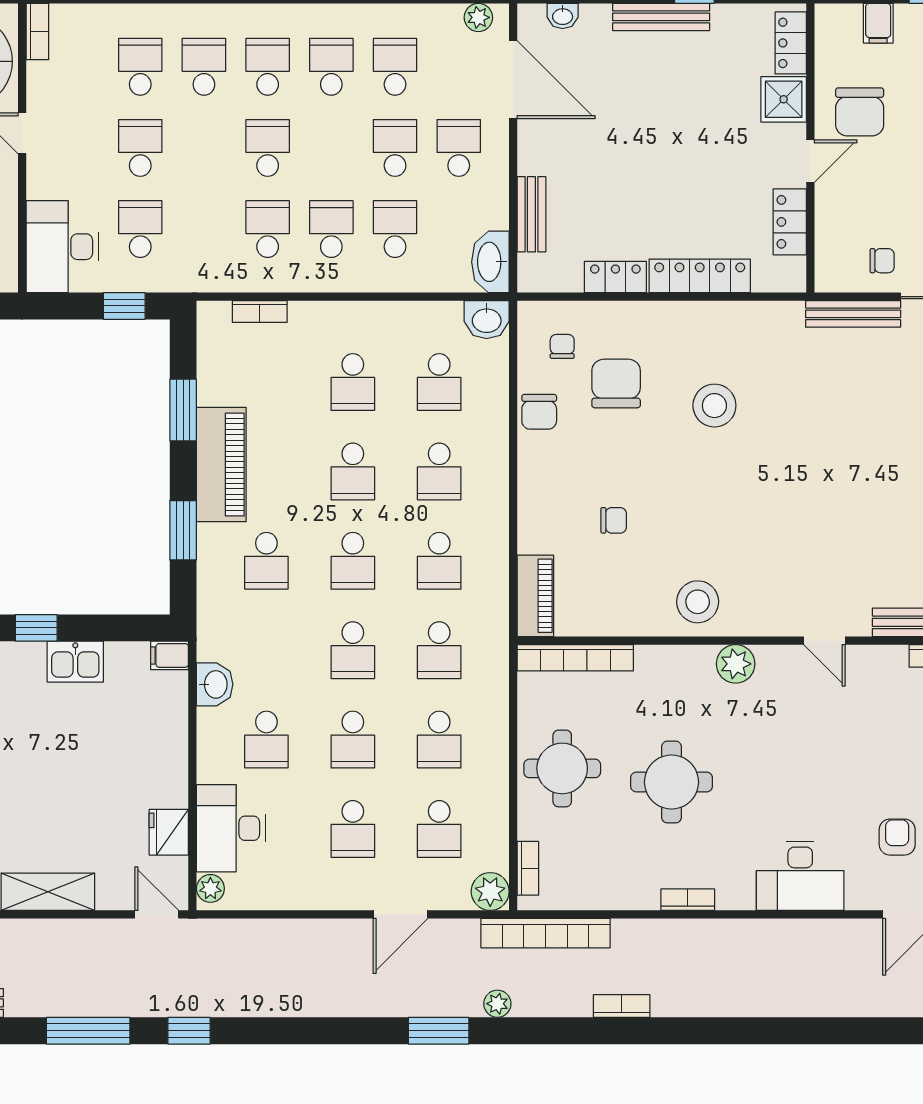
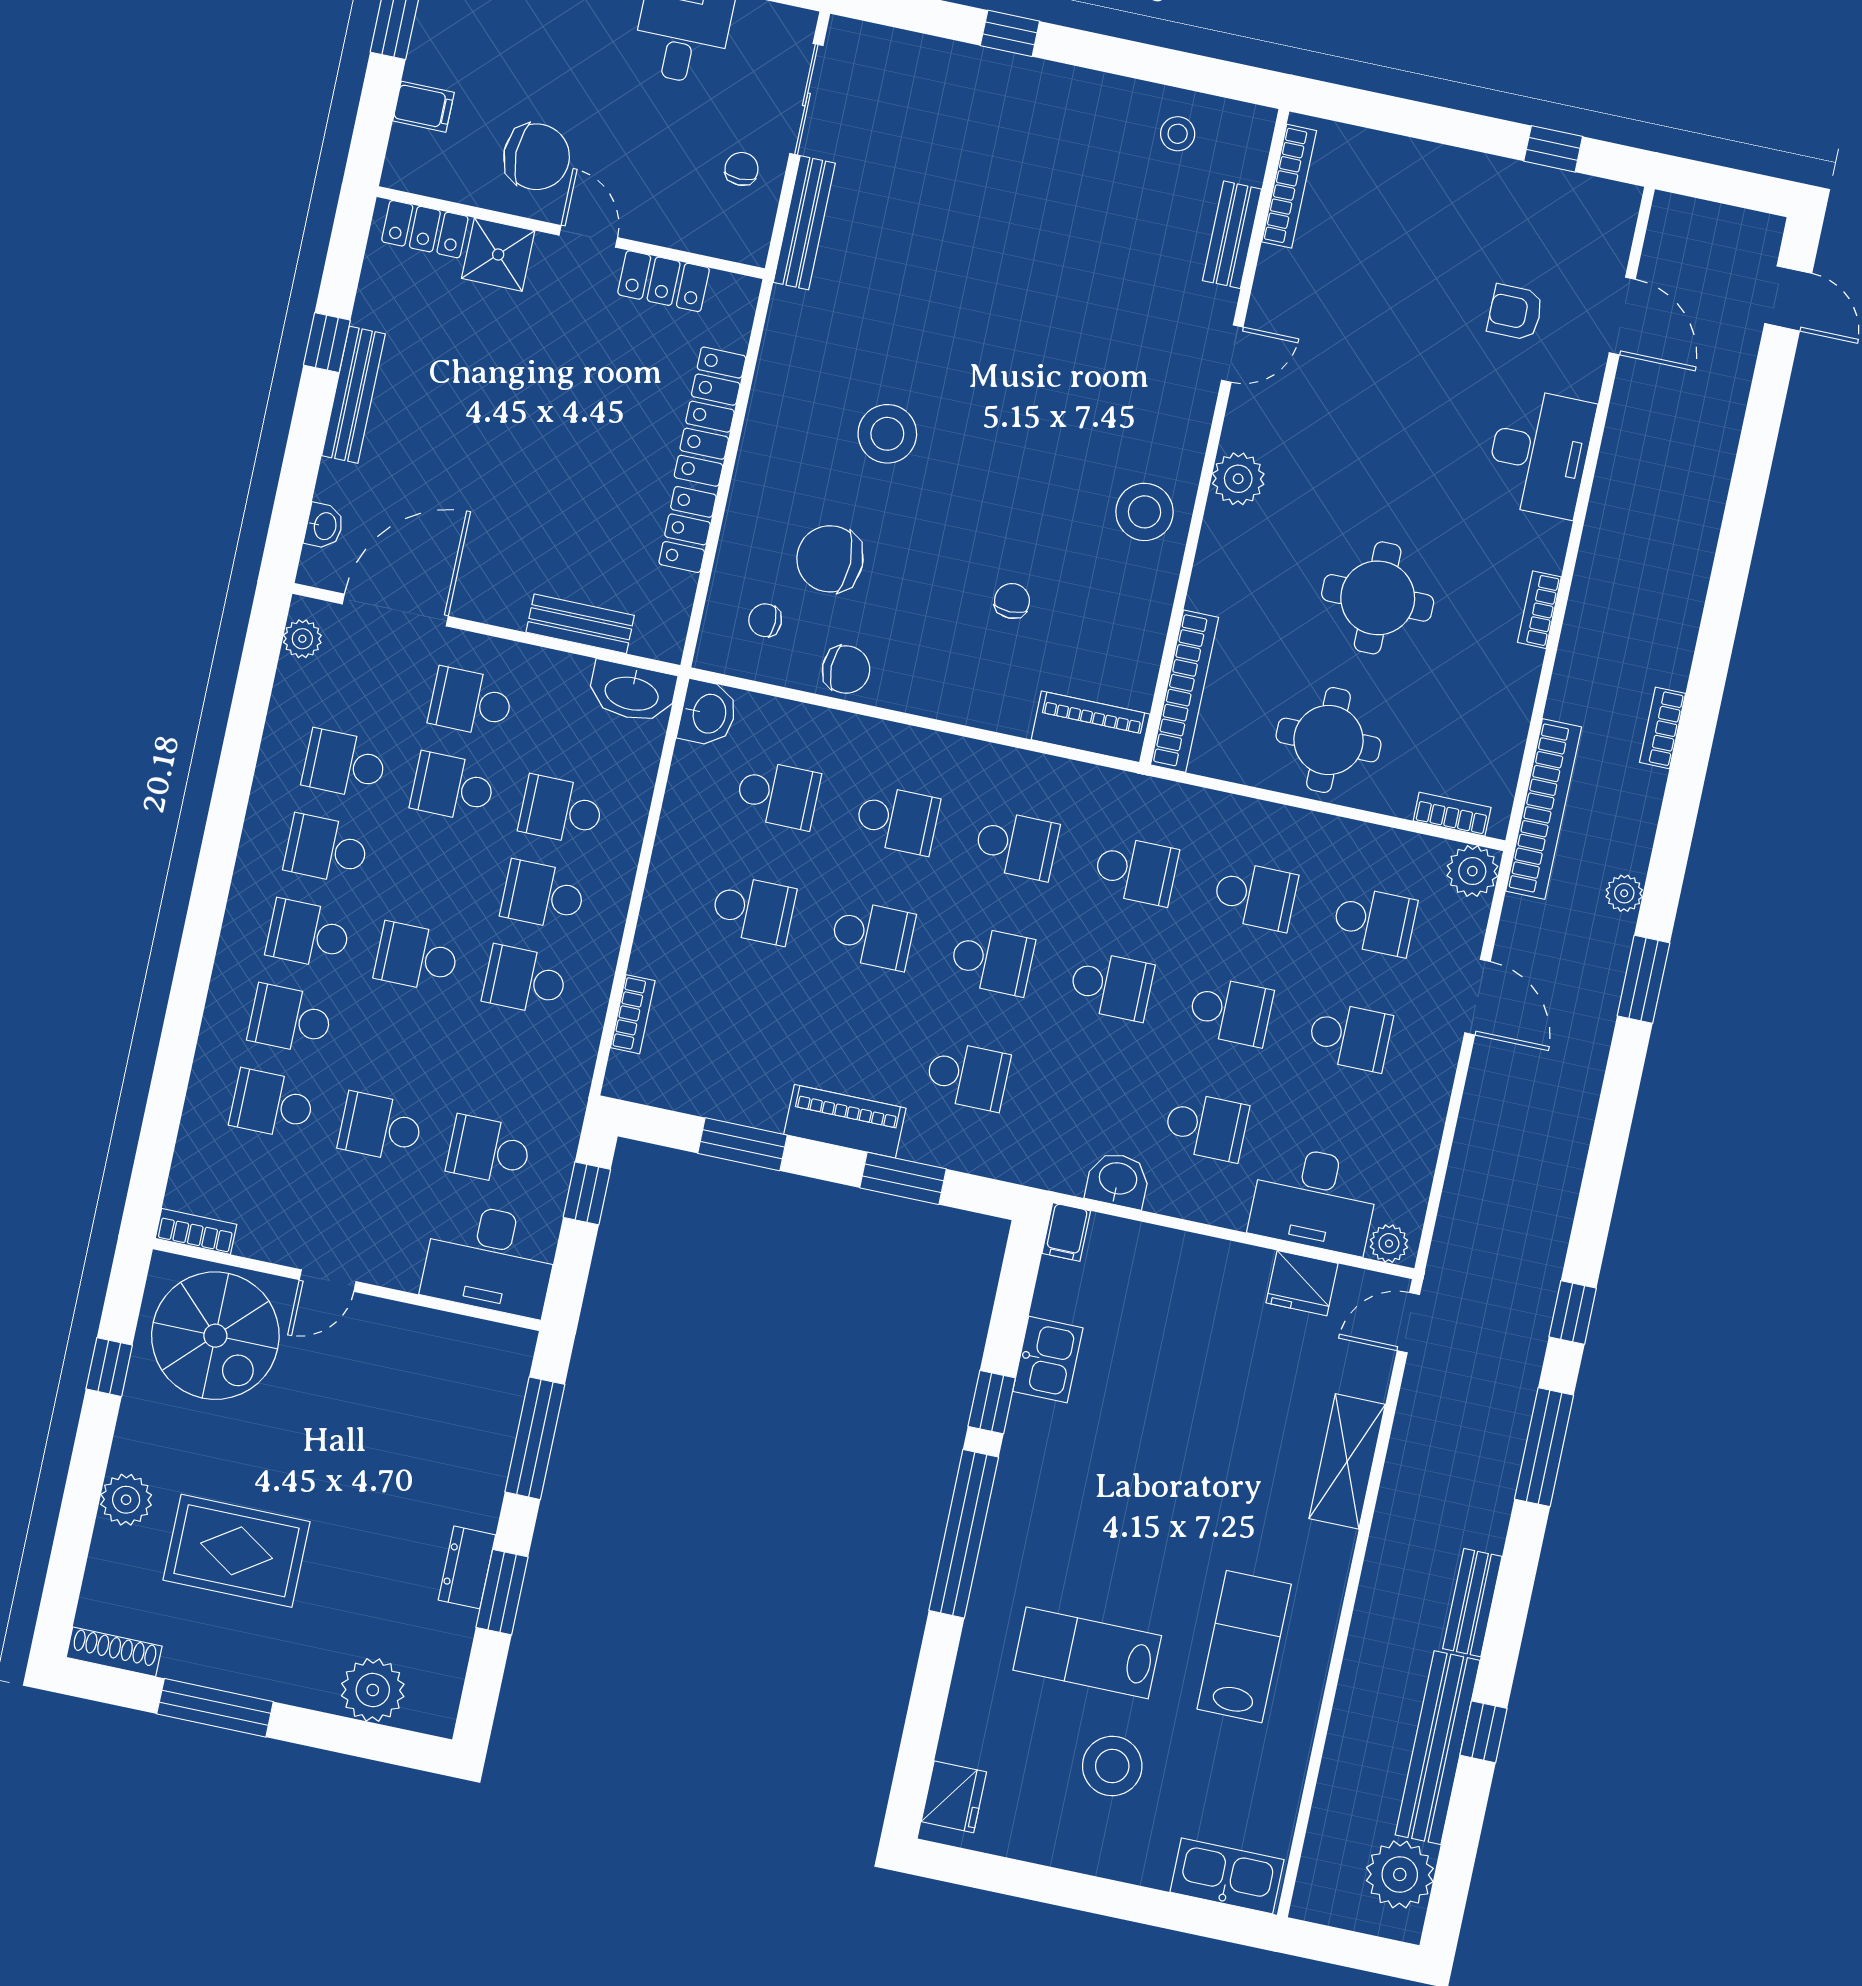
piano: (221, 465) -> (845, 1121), width x0.73, depth x0.75

